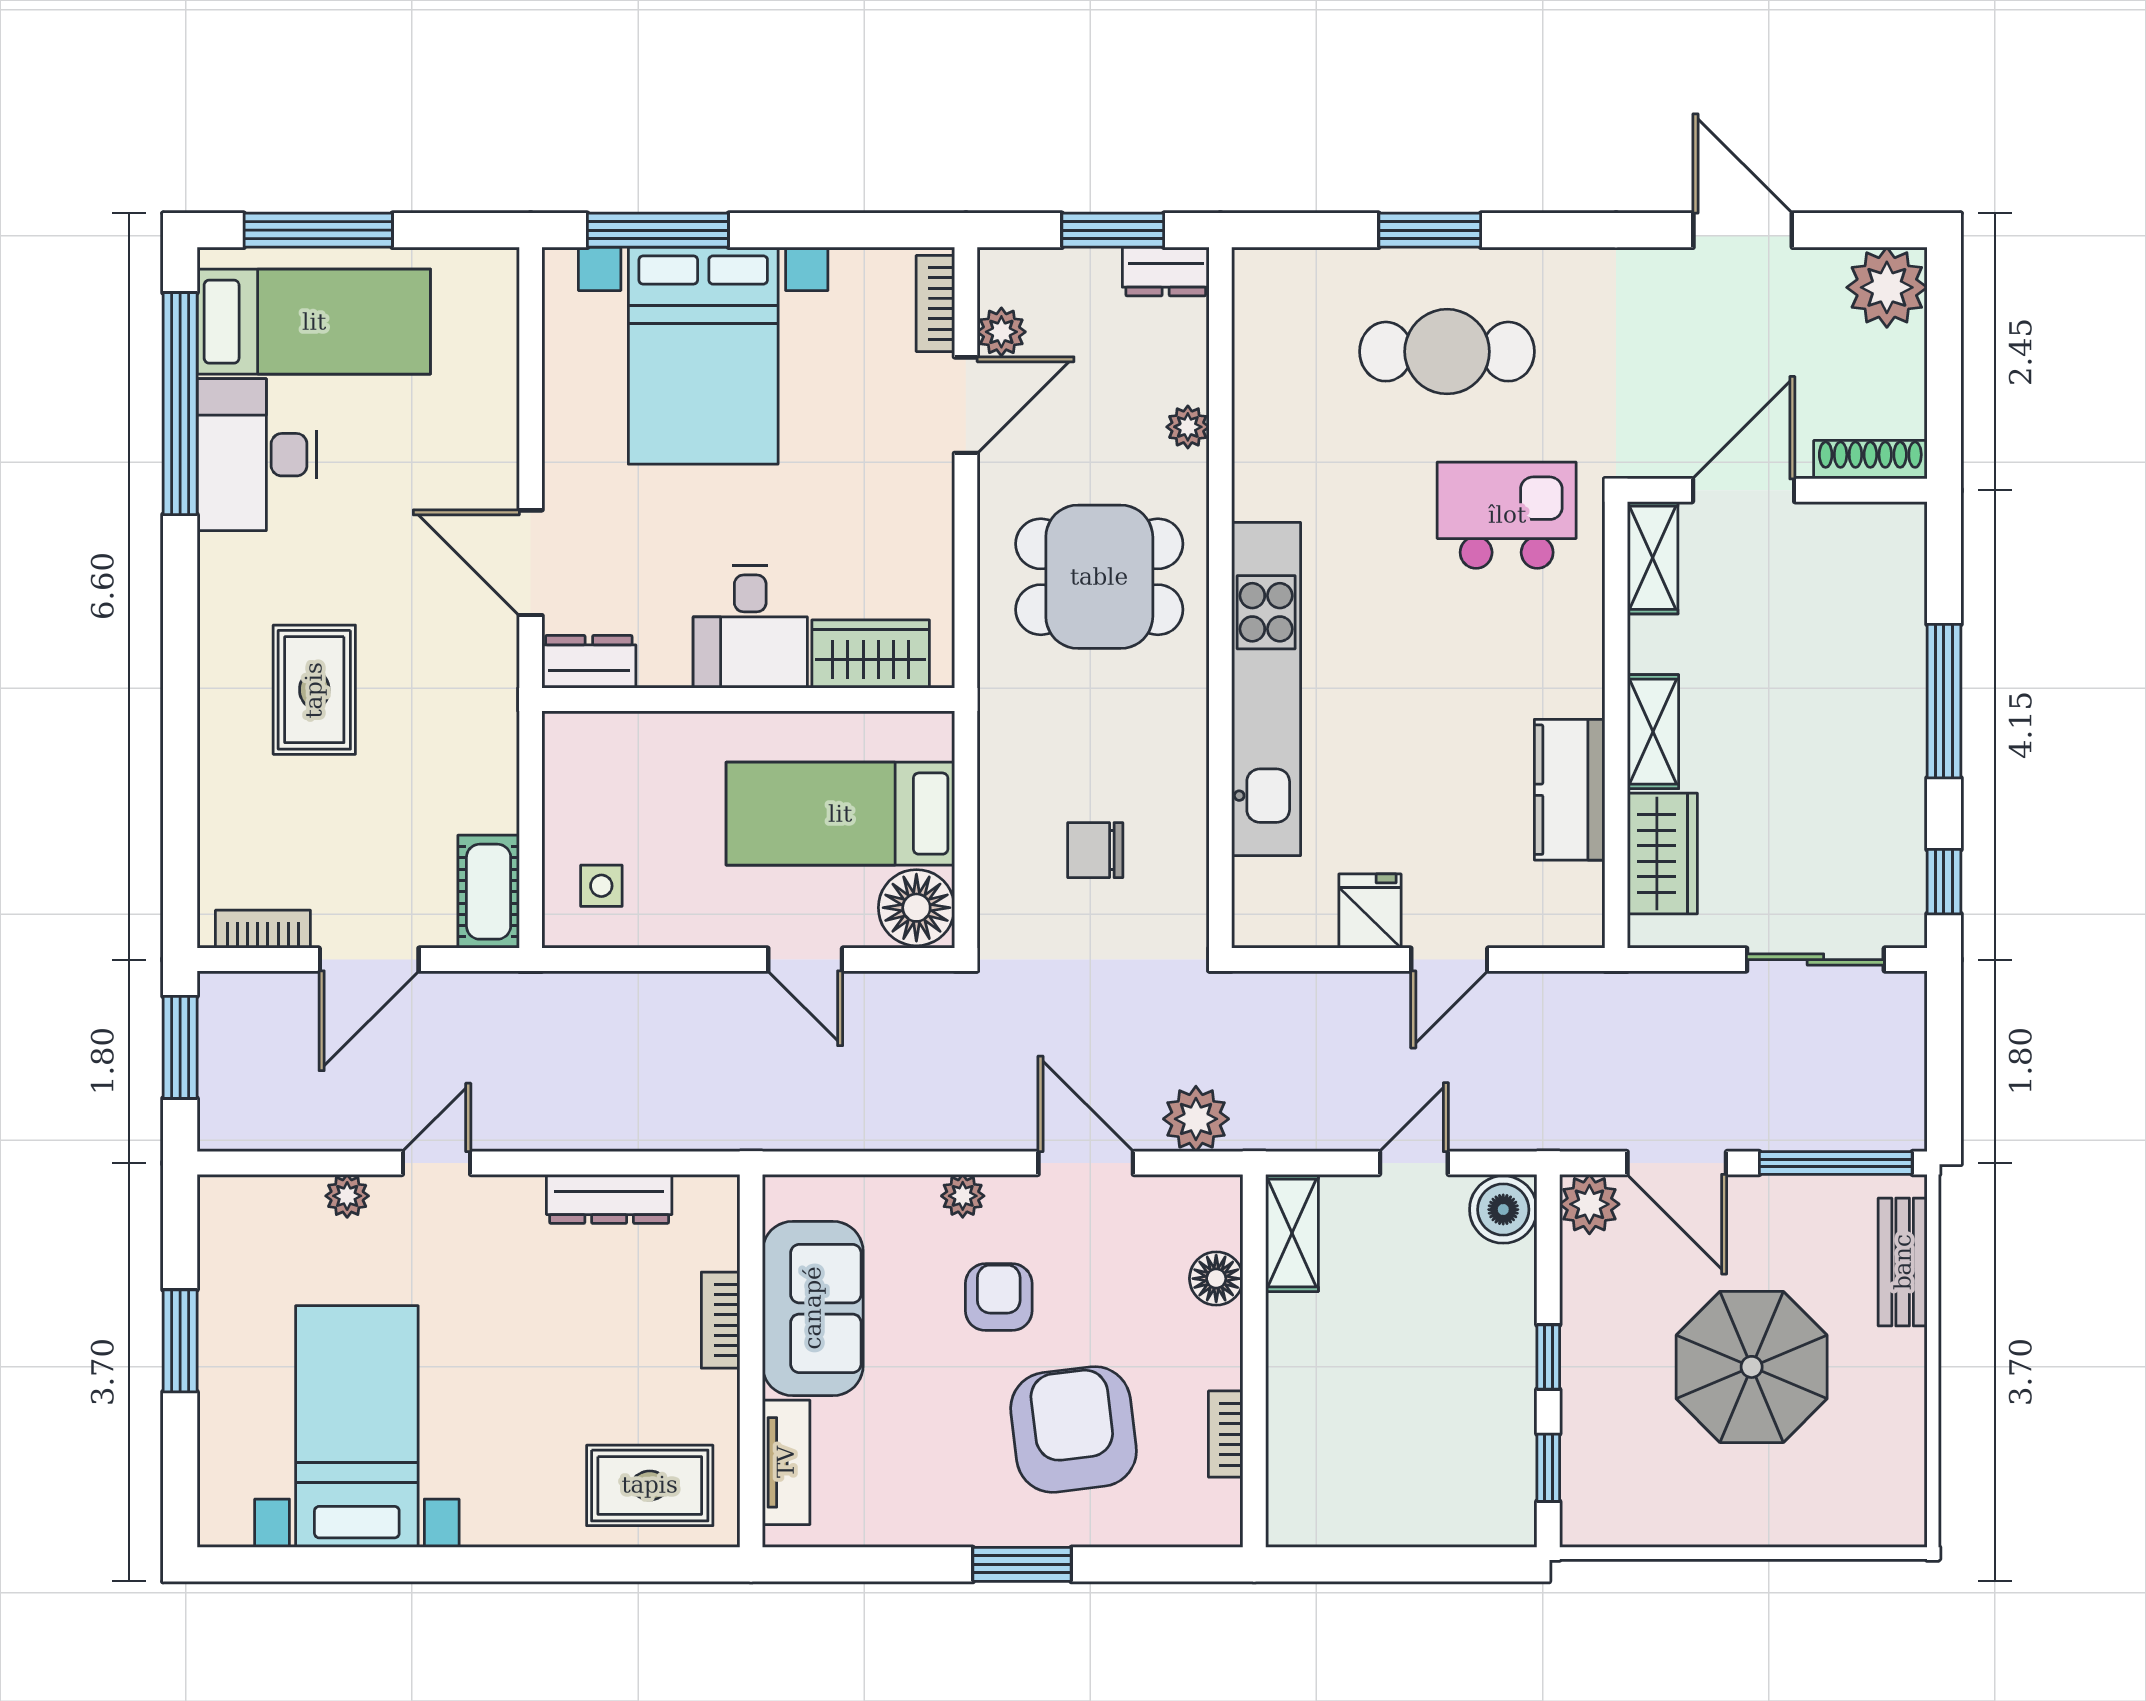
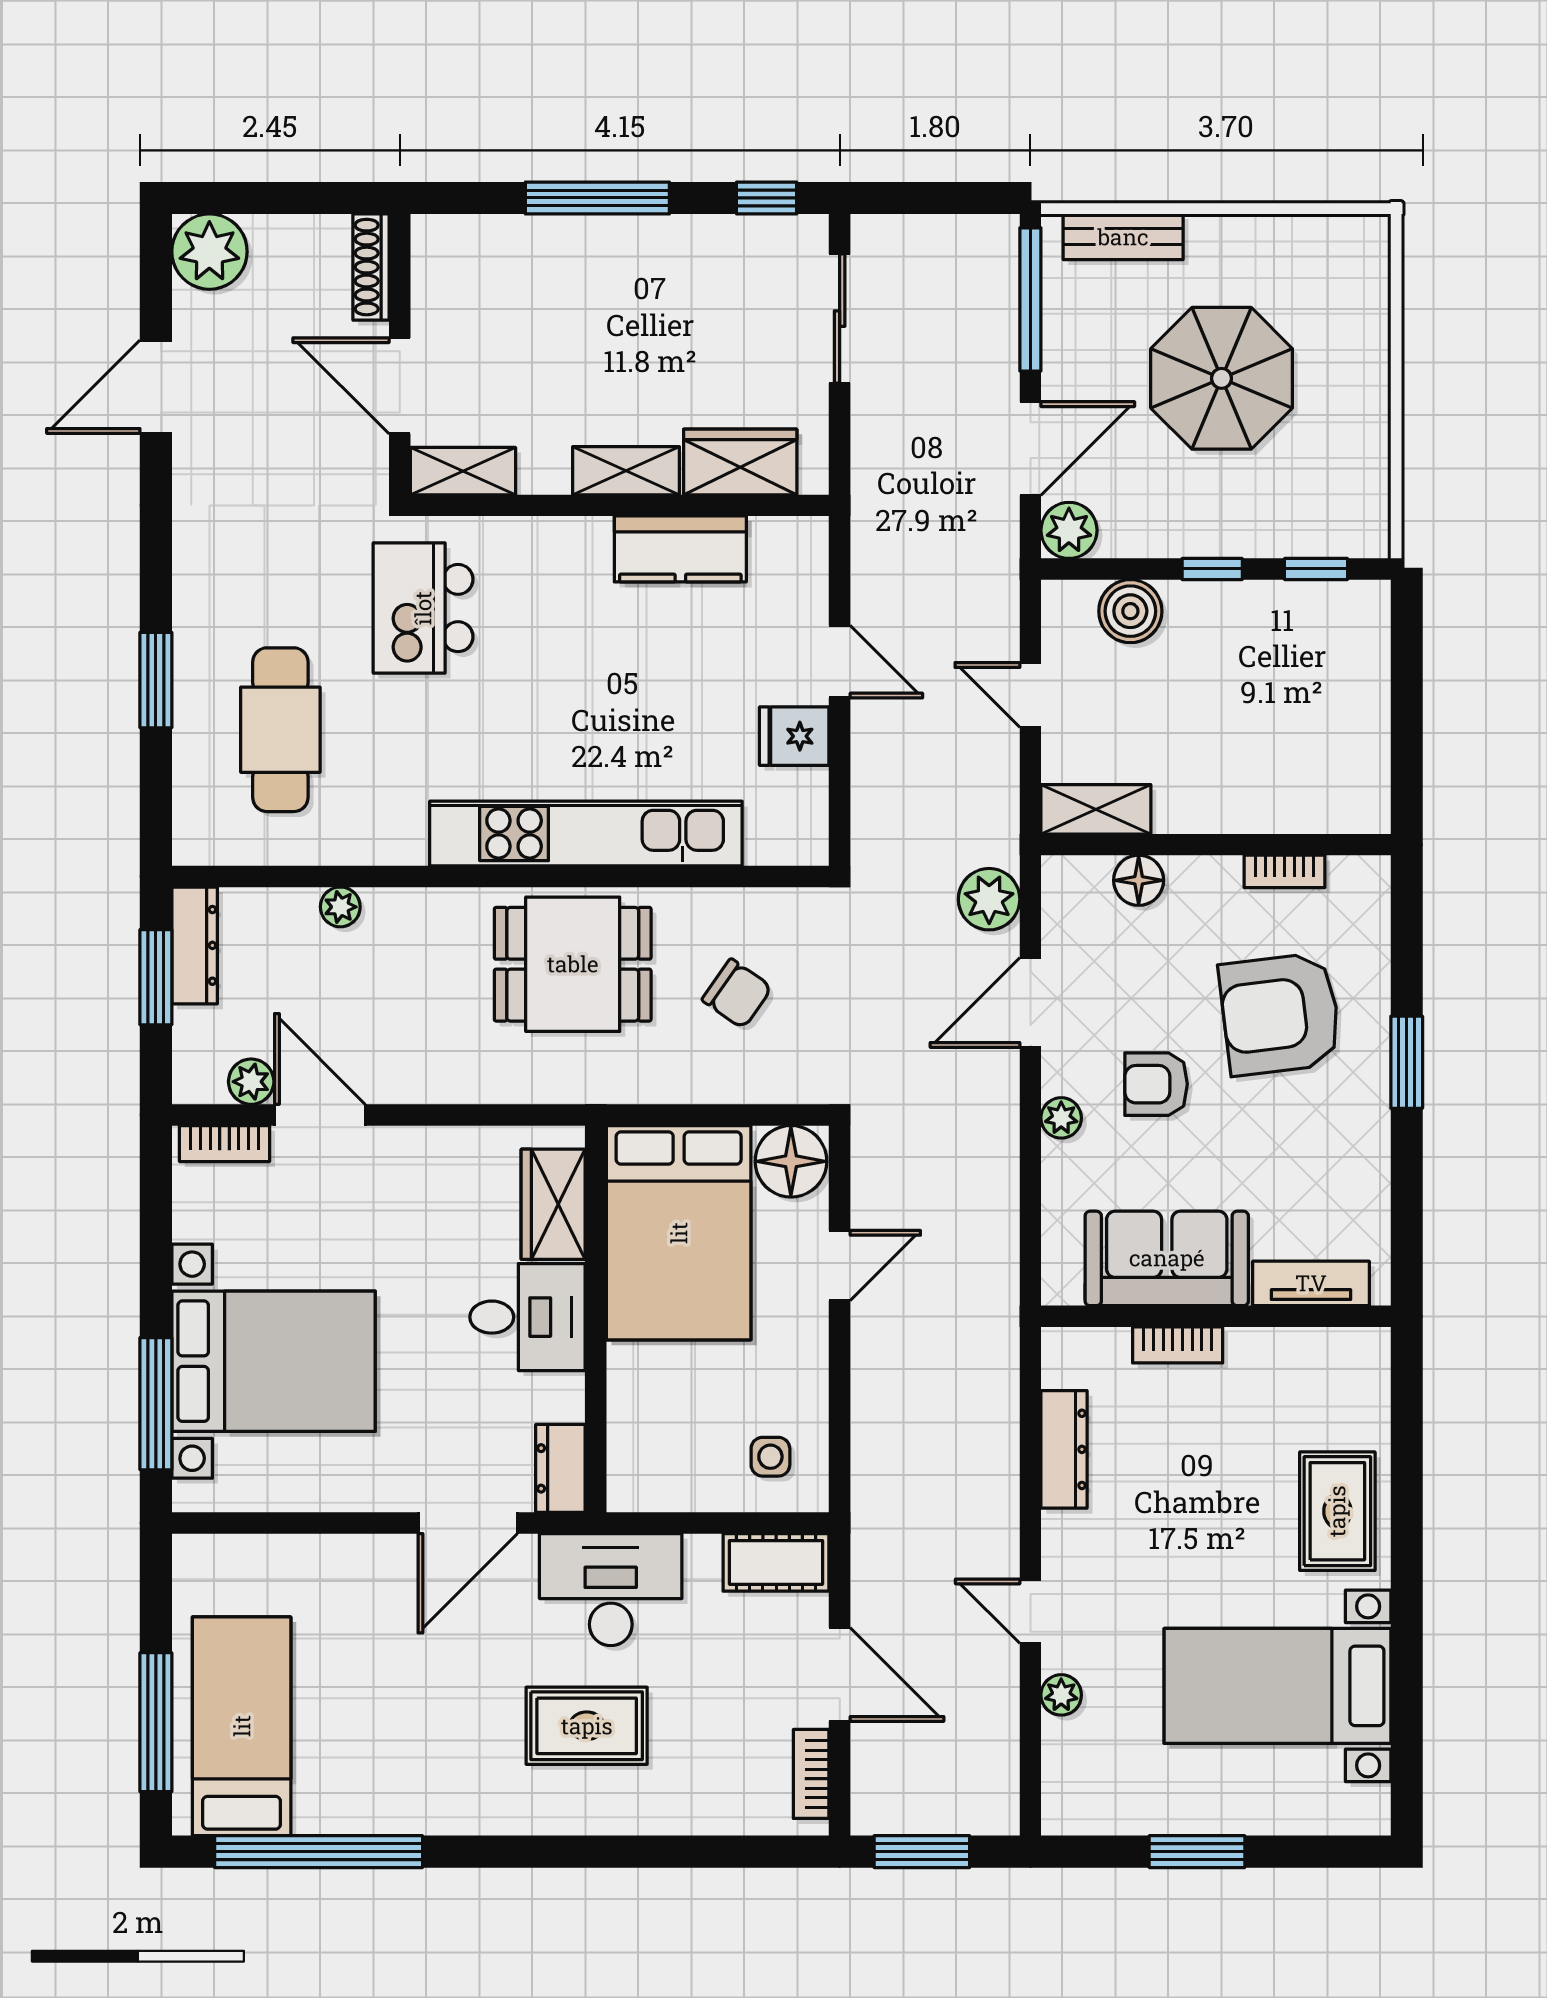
dresser: (1166, 272) -> (195, 945), width x1.44
cafe table: (1447, 352) -> (280, 730), moved
desk: (257, 455) -> (611, 1590), moved, turned 180
dining table: (1099, 577) -> (573, 964), moved, turned 90
bed: (840, 814) -> (679, 1233), width x1.50
chair: (1095, 850) -> (737, 994), turned -55
boiler: (1503, 1210) -> (1130, 611), moved
rug: (650, 1485) -> (1337, 1511), moved

